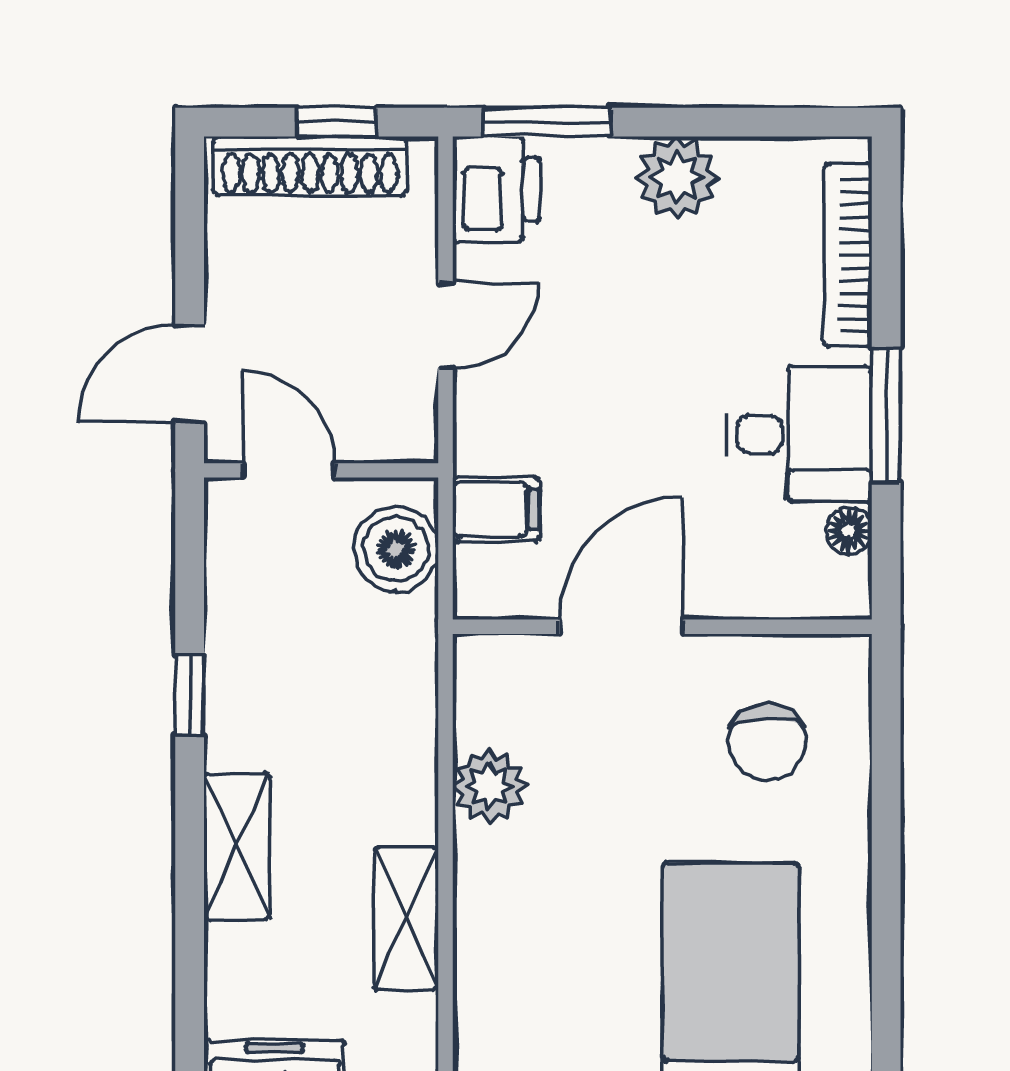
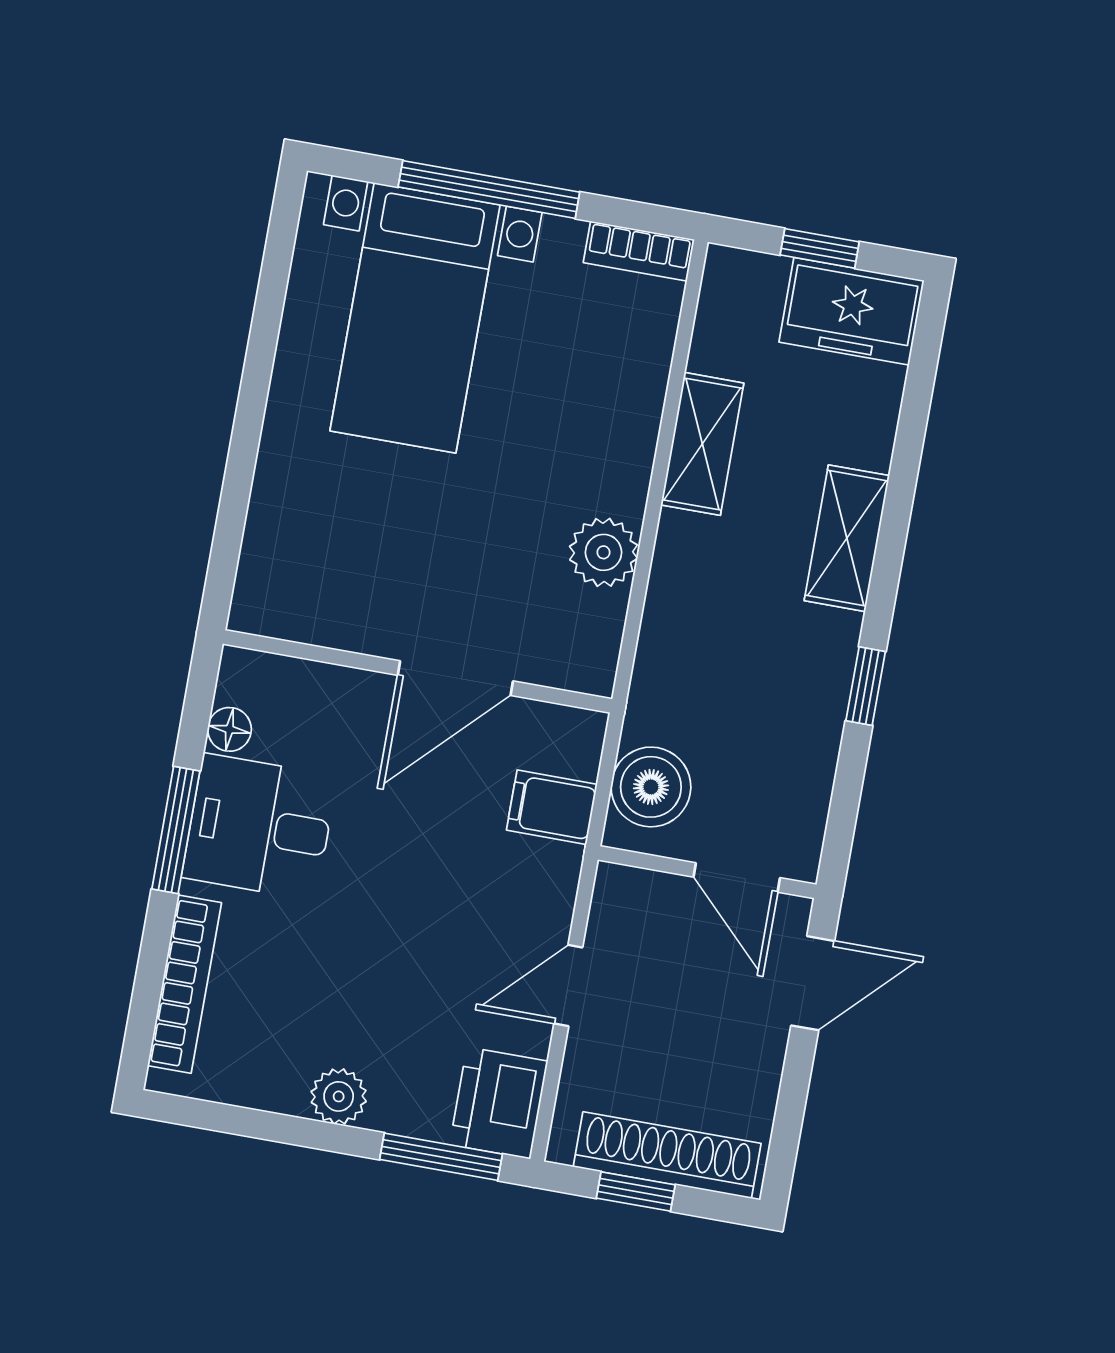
plant: (677, 177) -> (339, 1096), width x0.73, depth x0.73
chair: (767, 742) -> (339, 548), removed

